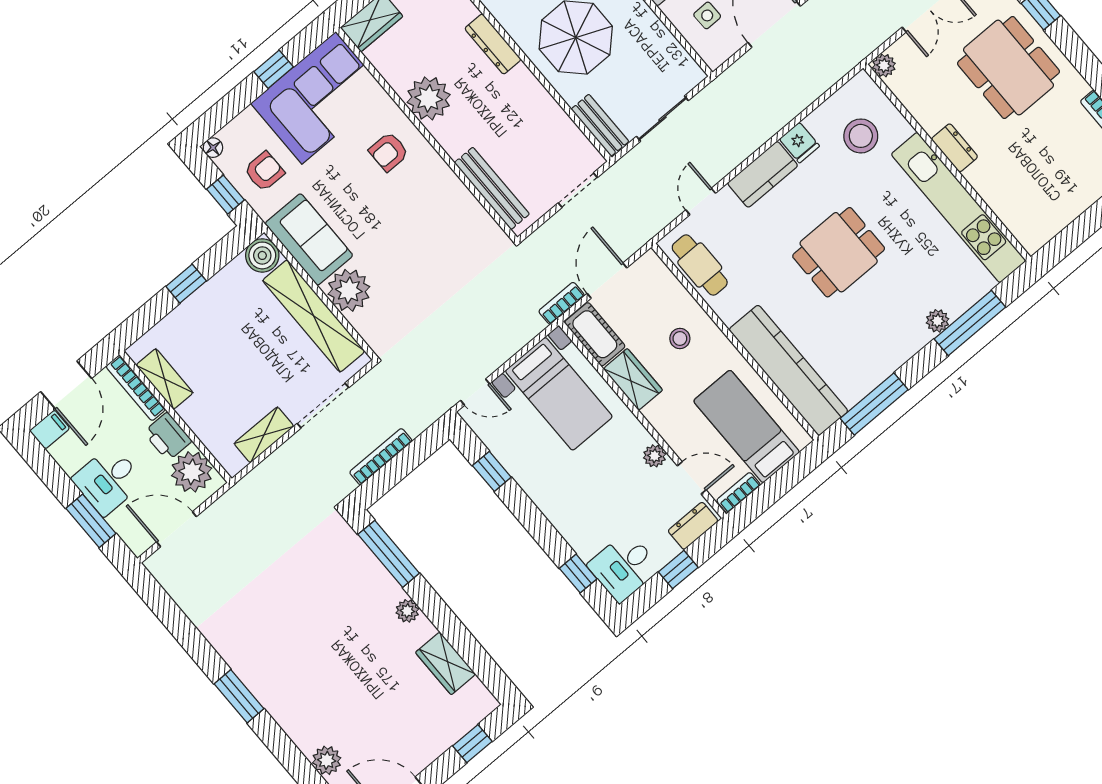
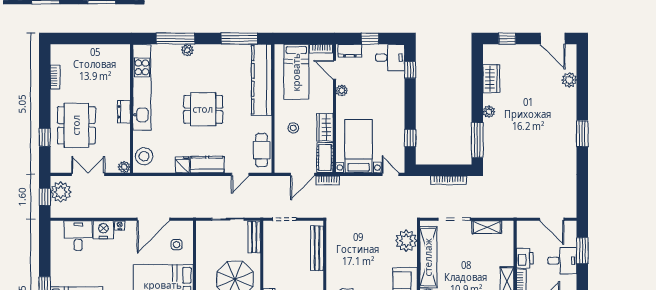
stool: (861, 136) -> (144, 156), moved
plant: (349, 290) -> (406, 241), moved
plant: (192, 472) -> (527, 237), removed

